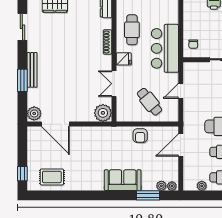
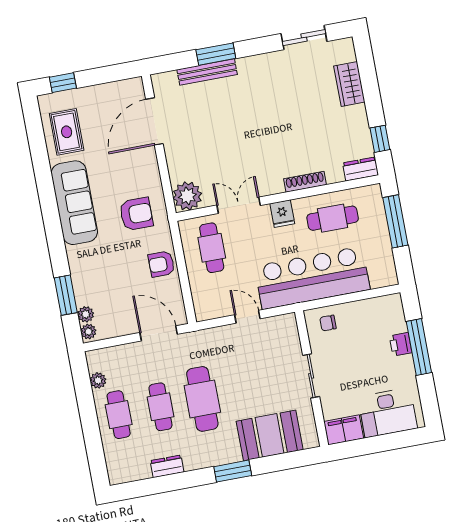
bar counter: (165, 48) -> (312, 278), width x1.36
bench: (32, 70) -> (207, 72), moved
cafe table: (149, 102) -> (212, 248), moved, turned -51
plant: (34, 113) -> (165, 83), removed
armchair: (108, 145) -> (136, 214), added
sofa: (123, 180) -> (74, 203), moved, width x1.36

